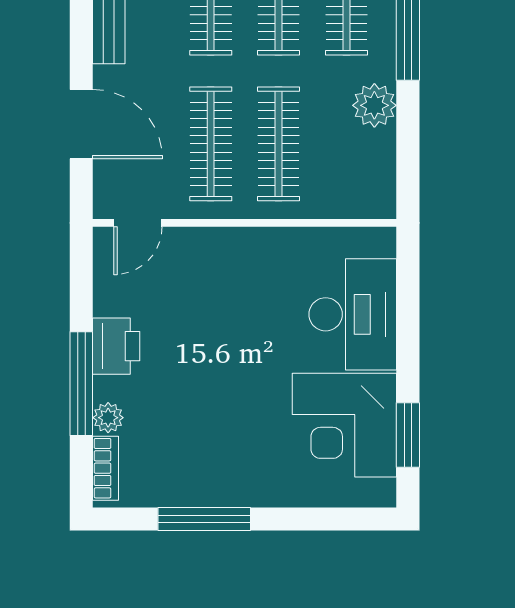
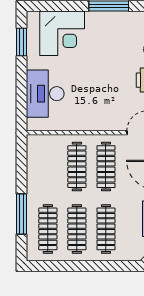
plant: (374, 105) -> (36, 183), removed
corner desk: (344, 425) -> (62, 33), moved, turned 90

